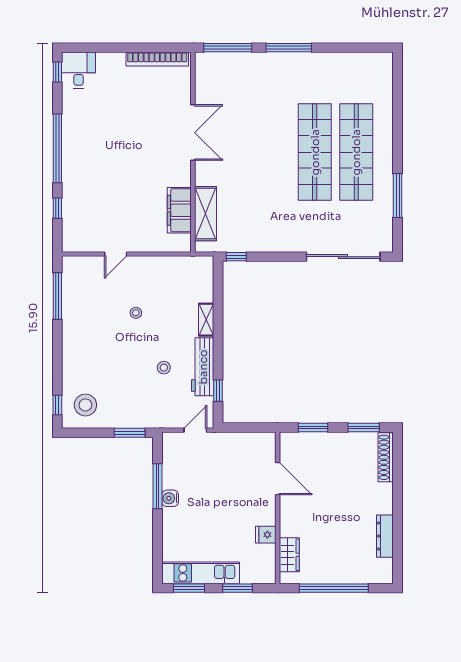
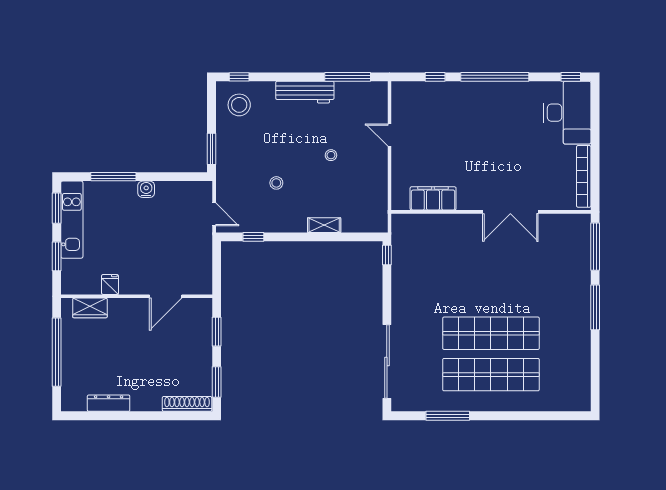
desk: (78, 70) -> (567, 113), width x1.87, depth x1.30
shelving: (206, 214) -> (430, 225), removed
workbench: (203, 367) -> (305, 92), moved, turned 180
window: (157, 486) -> (113, 177), moved

